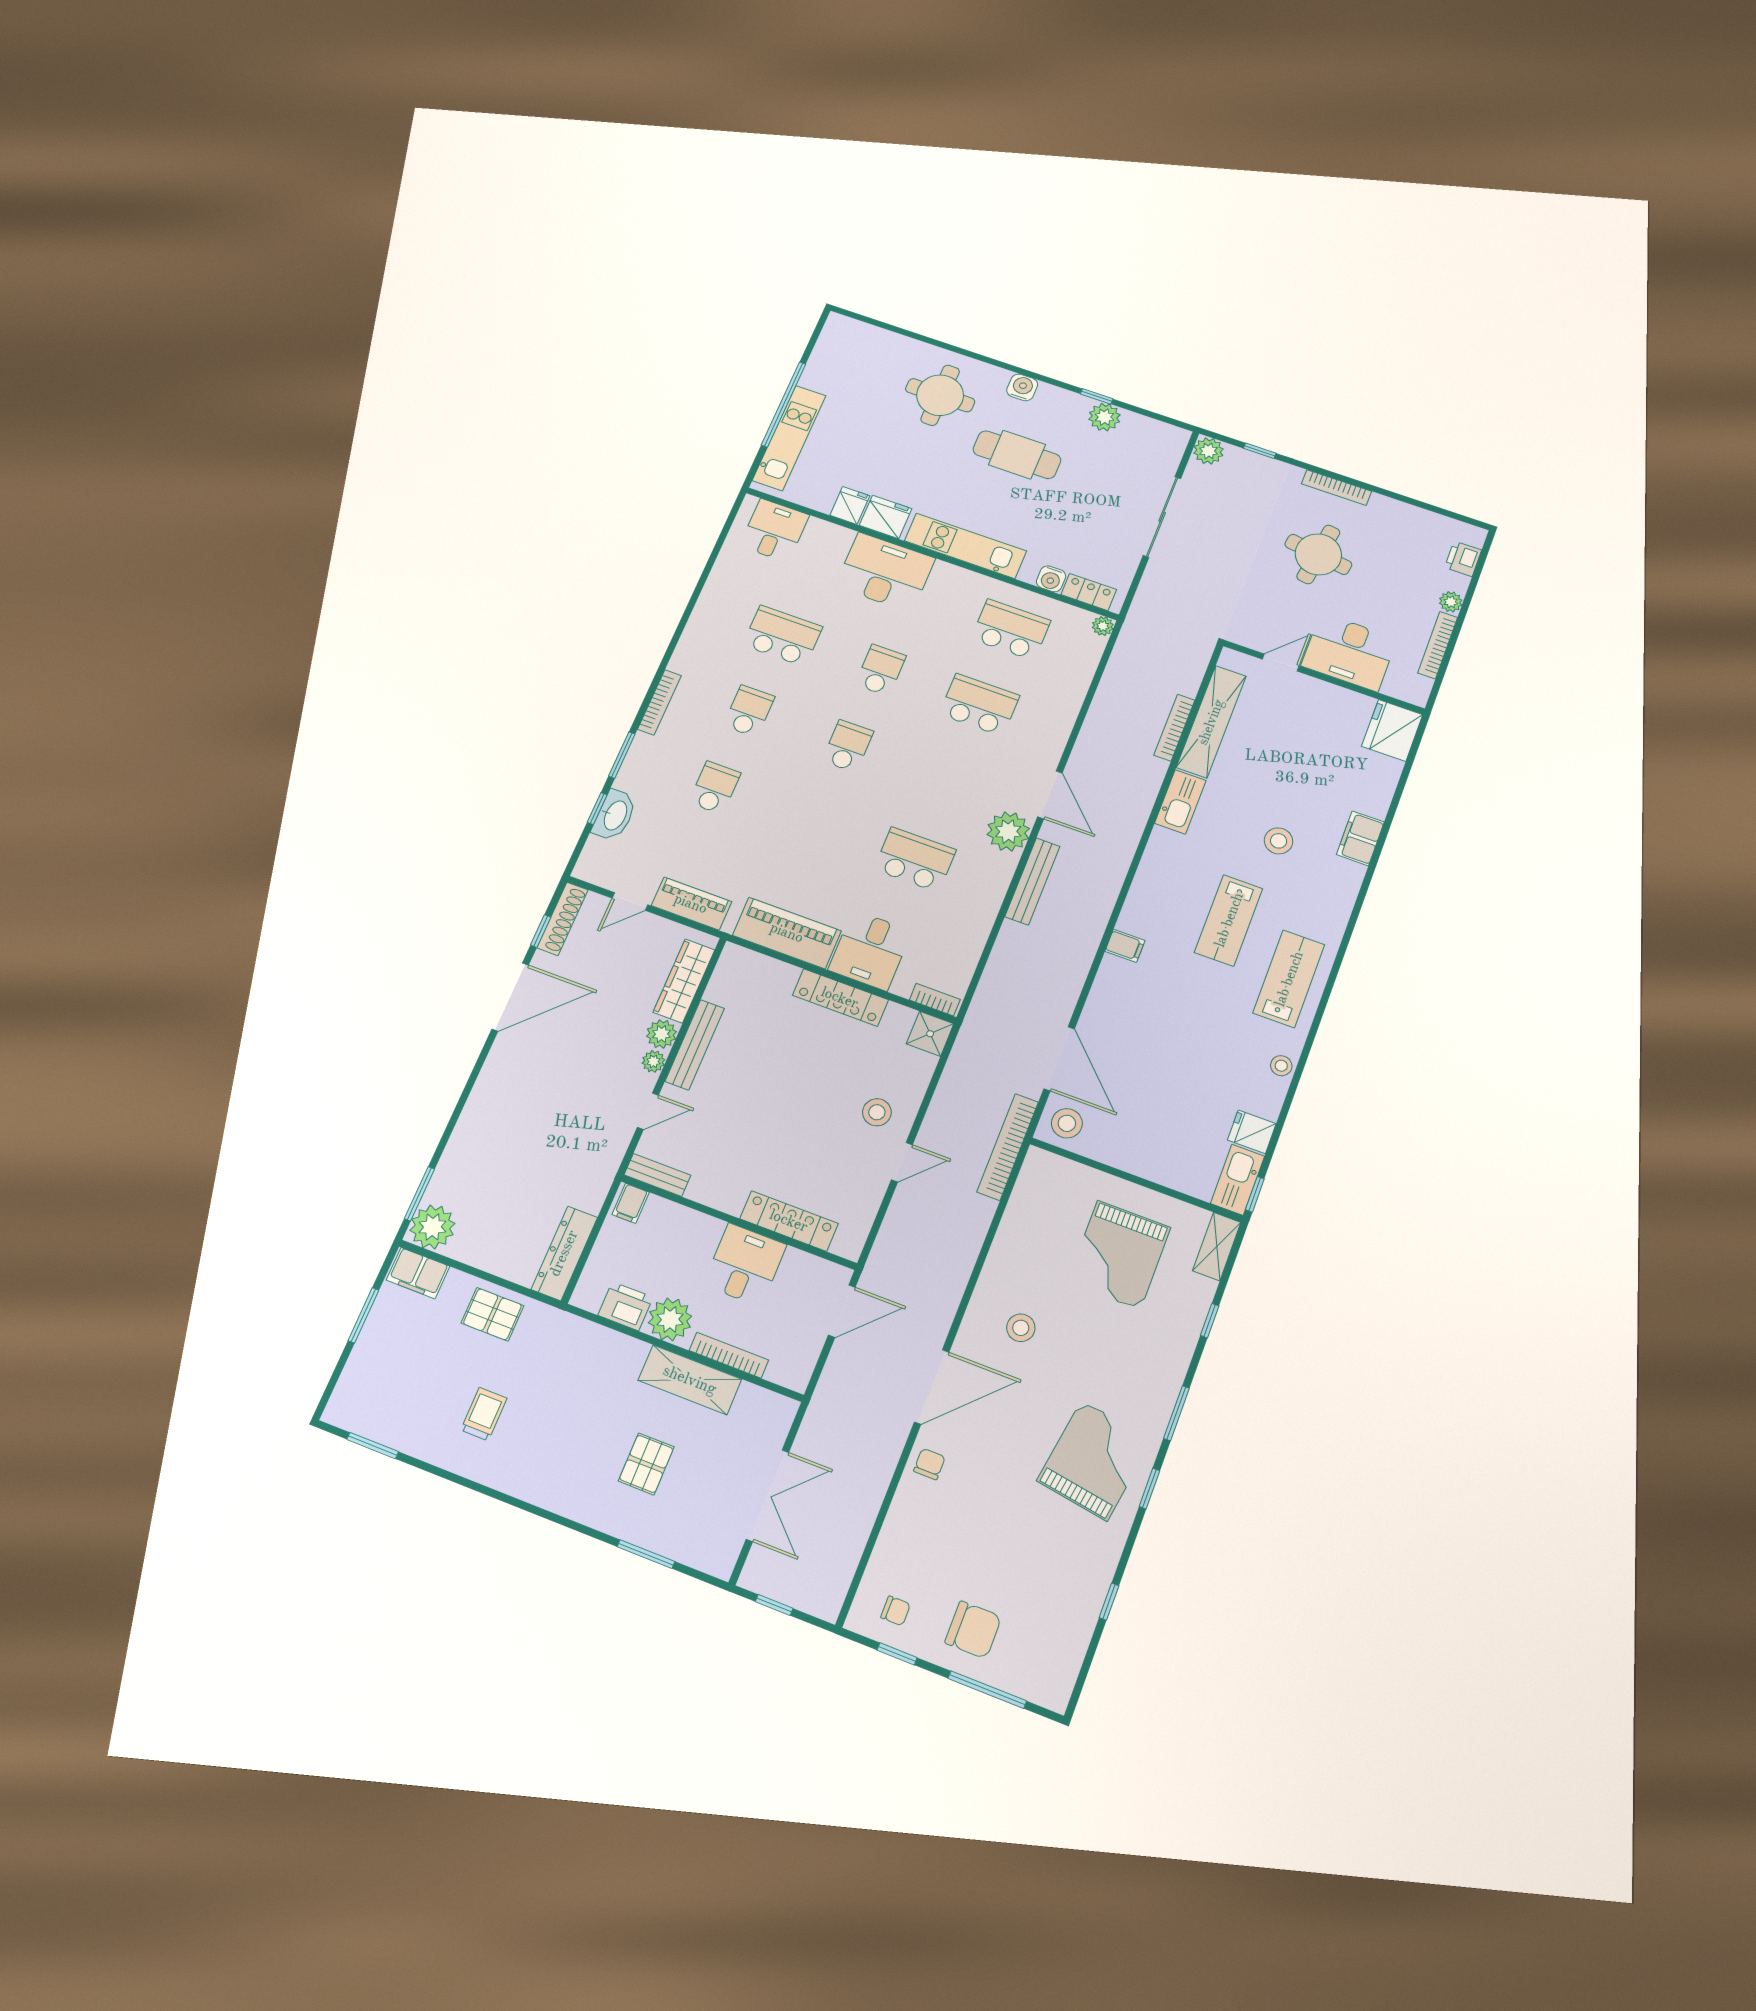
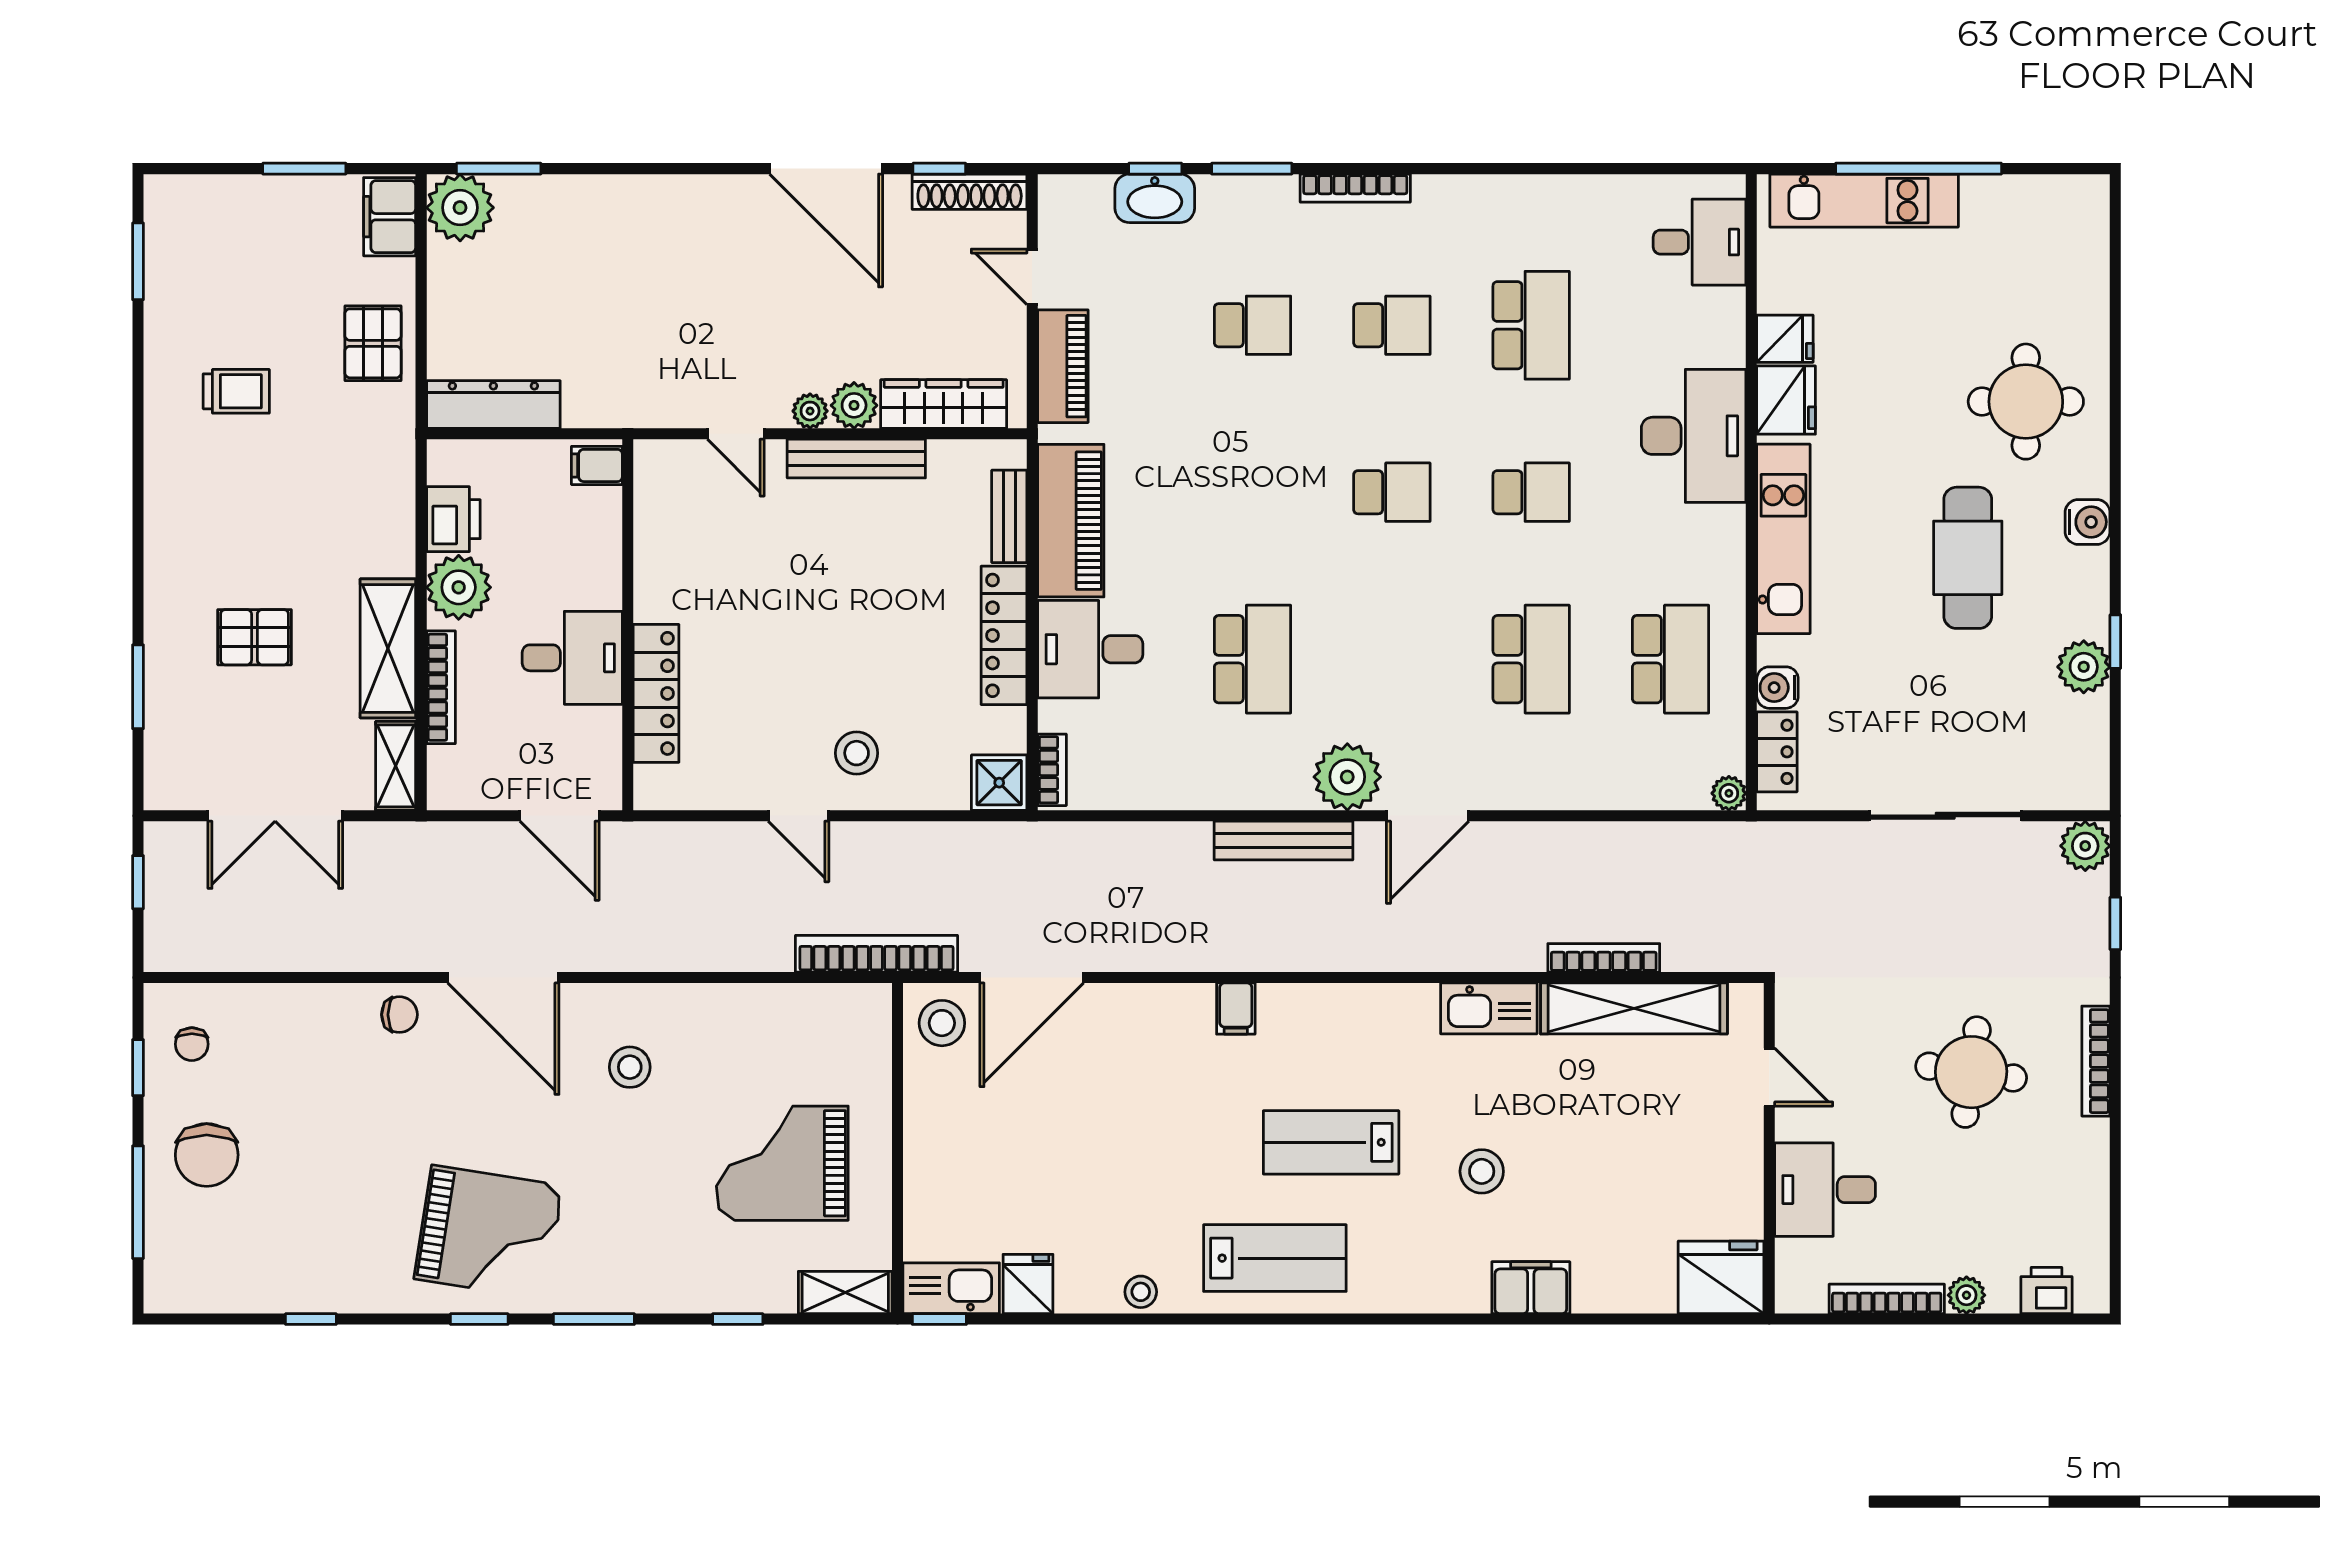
desk: (1349, 652) -> (1825, 1190), width x0.73
bench: (657, 1175) -> (1009, 516), moved
shelving: (767, 1404) -> (396, 766), added

